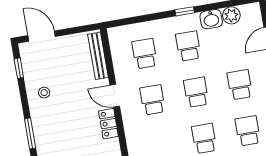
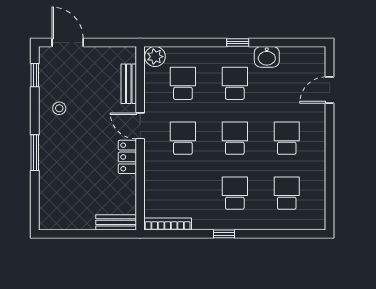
plant: (231, 15) -> (155, 57), moved
bench: (98, 56) -> (129, 84), width x0.73

